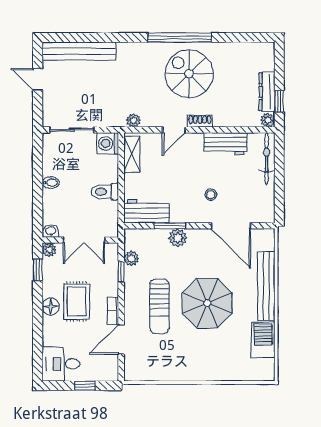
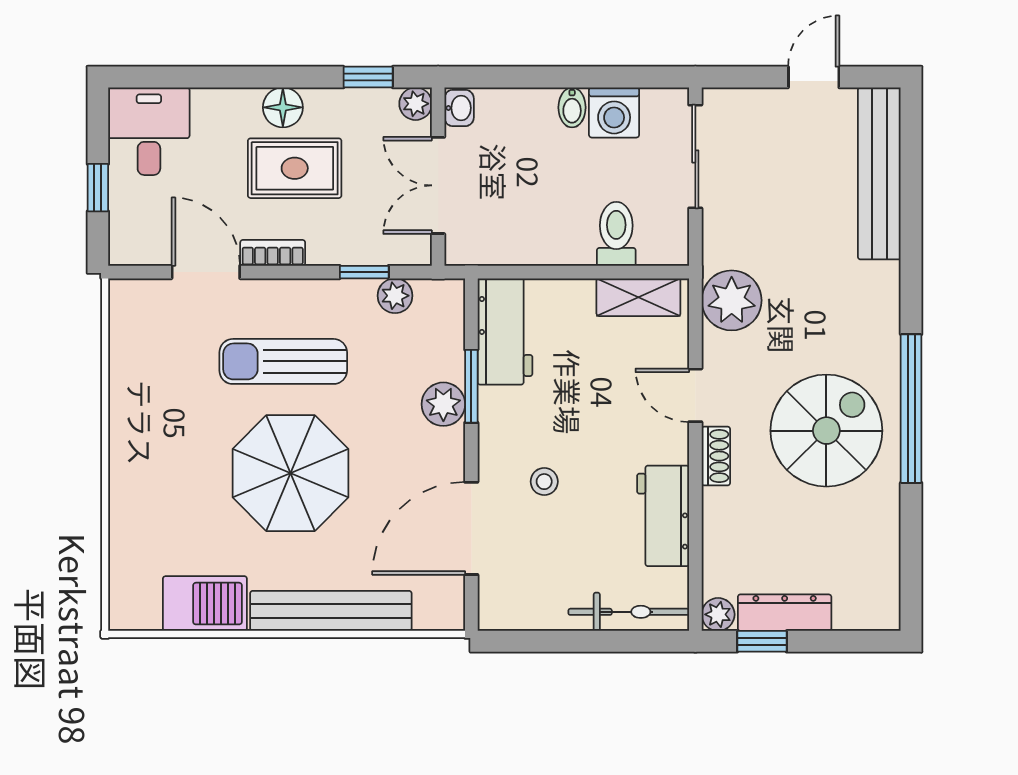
plant: (133, 120) -> (732, 300), width x1.87, depth x1.87
washing machine: (108, 143) -> (614, 112), moved, turned 180
toilet: (105, 192) -> (616, 234), moved

